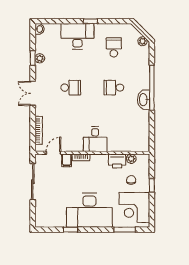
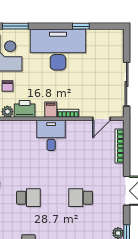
filing cabinet: (67, 160) -> (51, 110), moved

